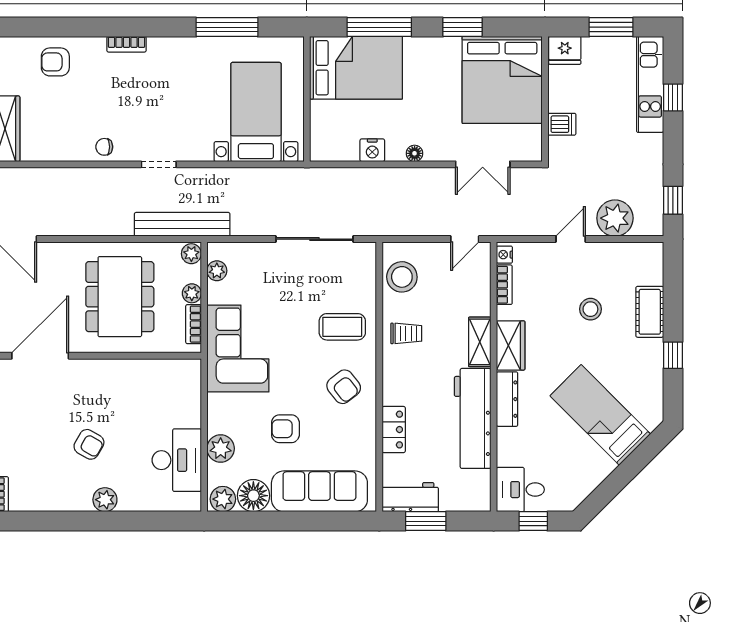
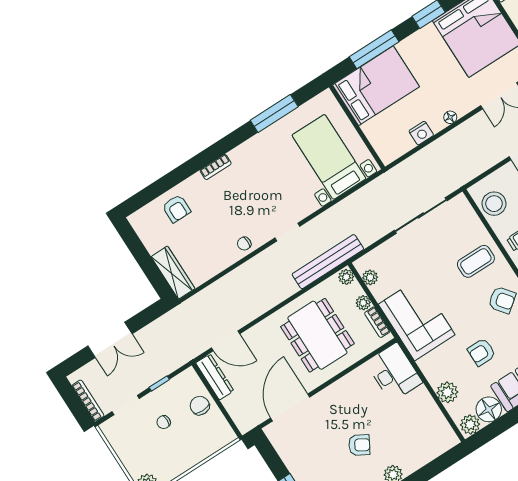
armchair: (55, 62) -> (176, 209), turned -90
desk: (177, 460) -> (394, 372), moved

